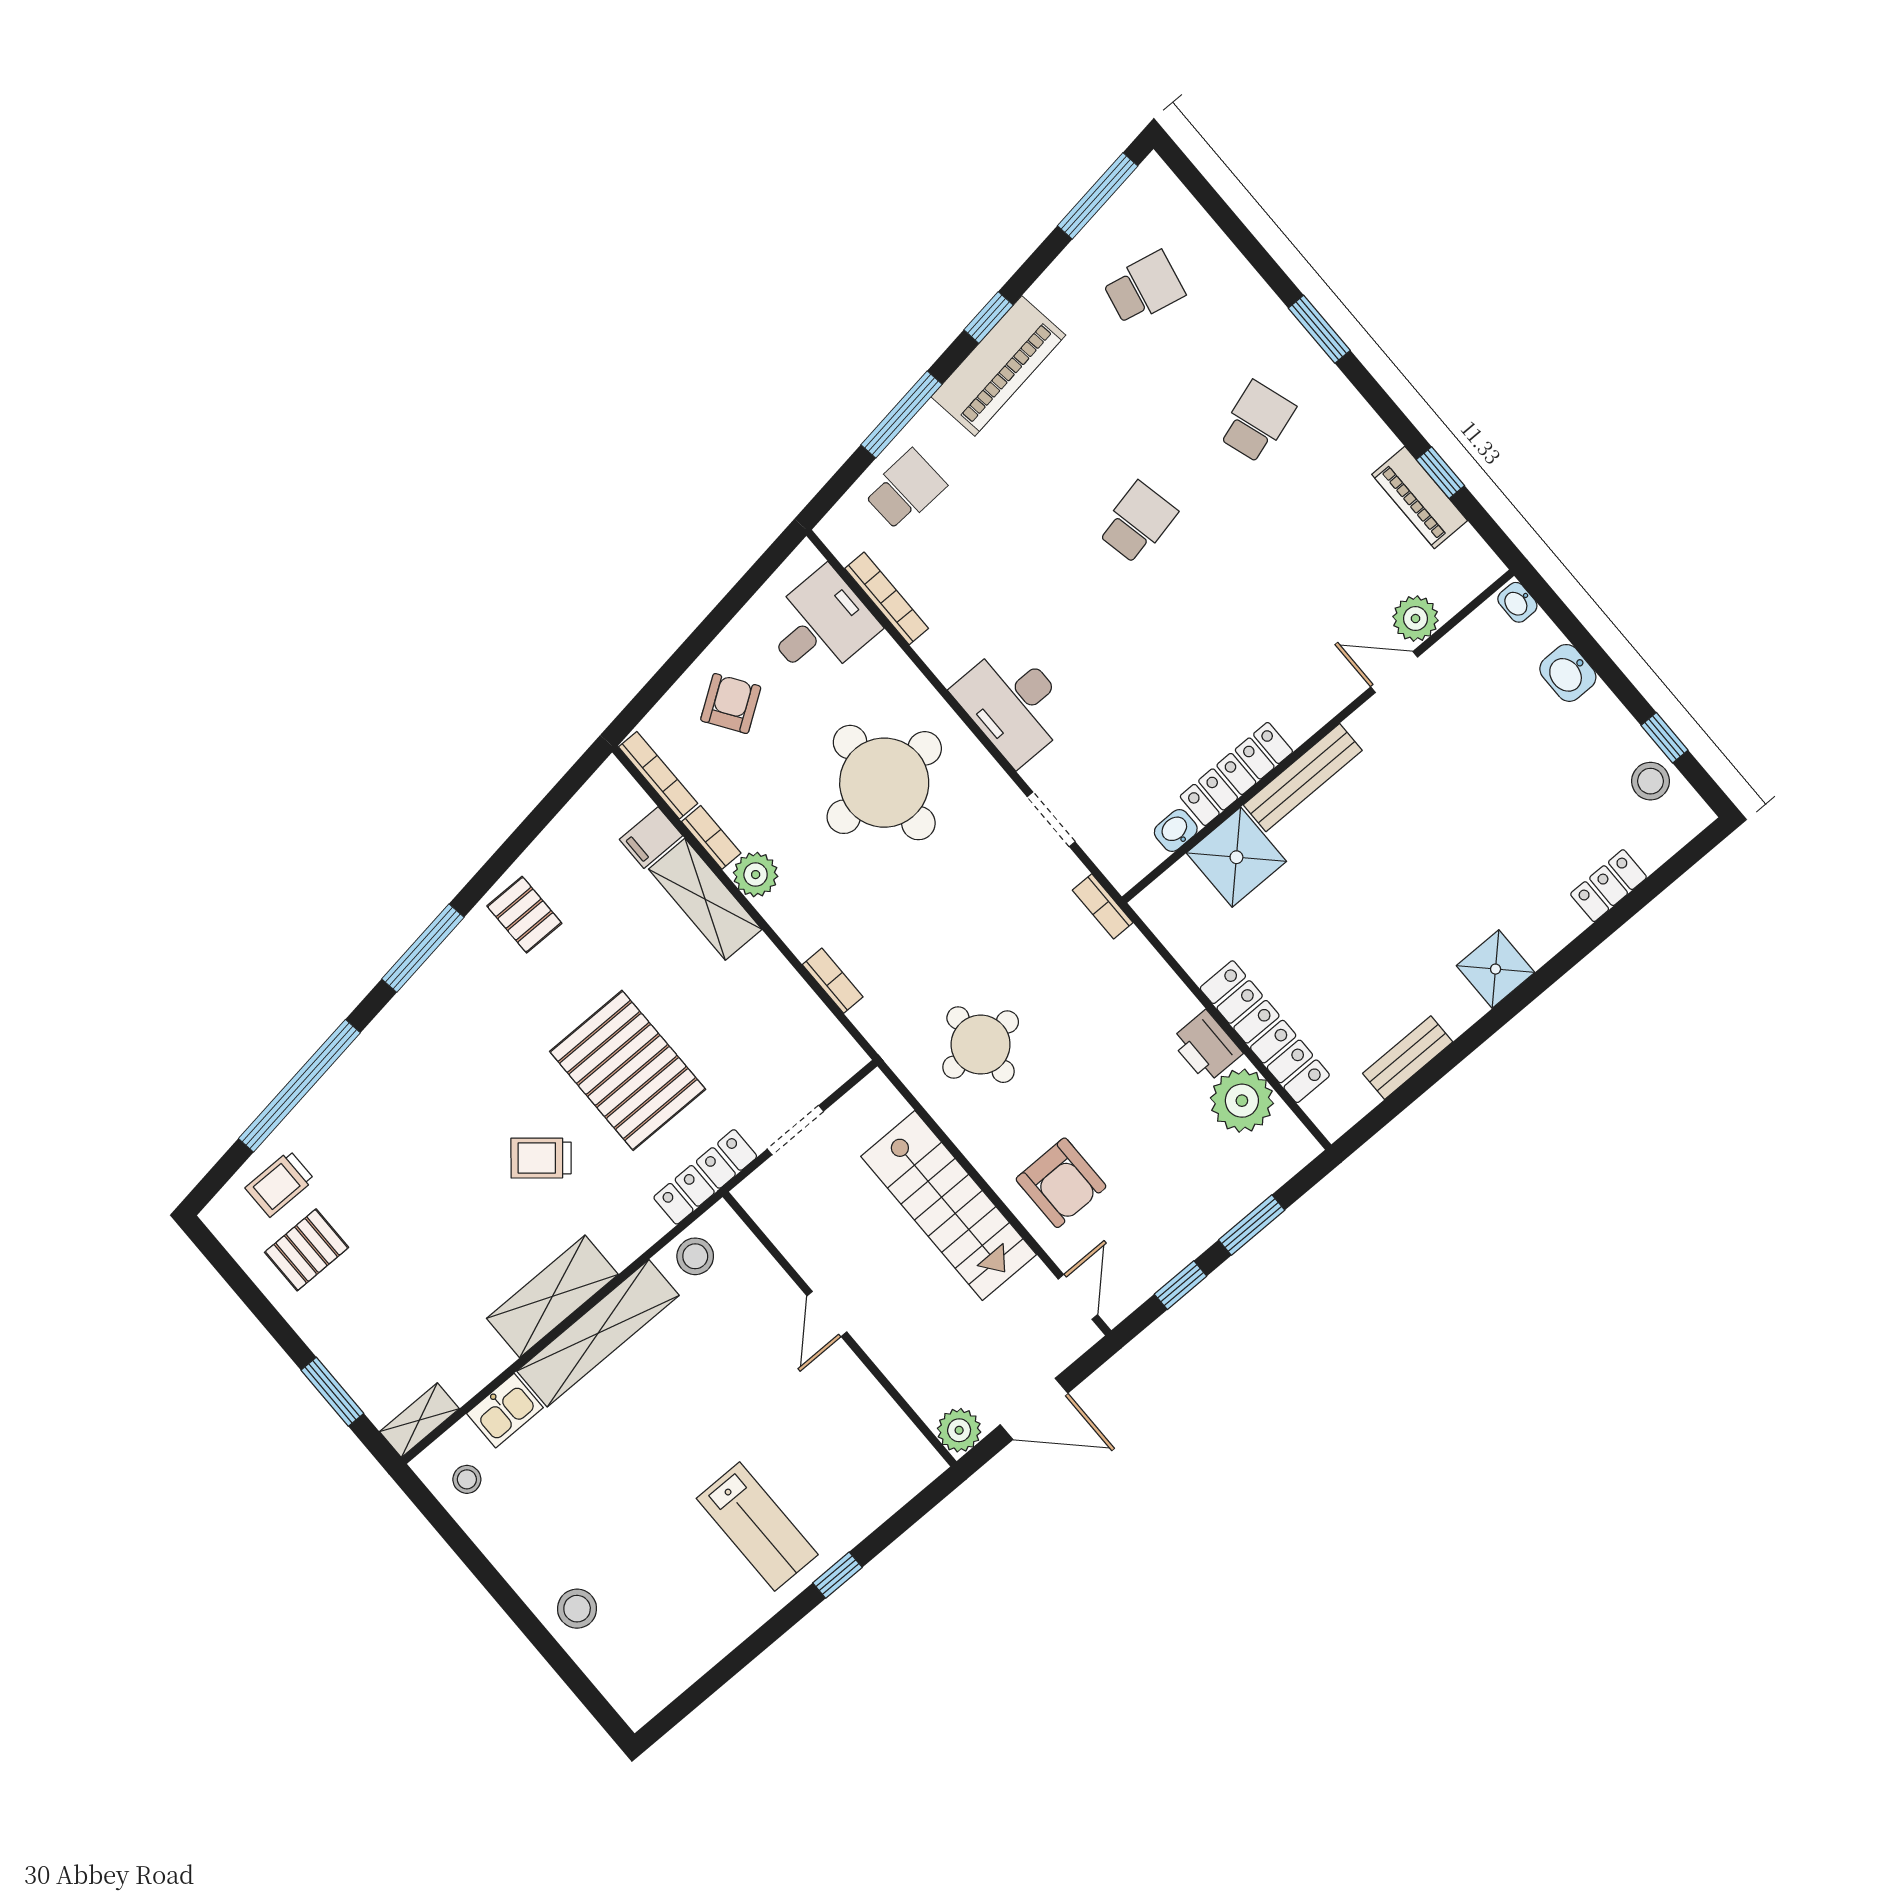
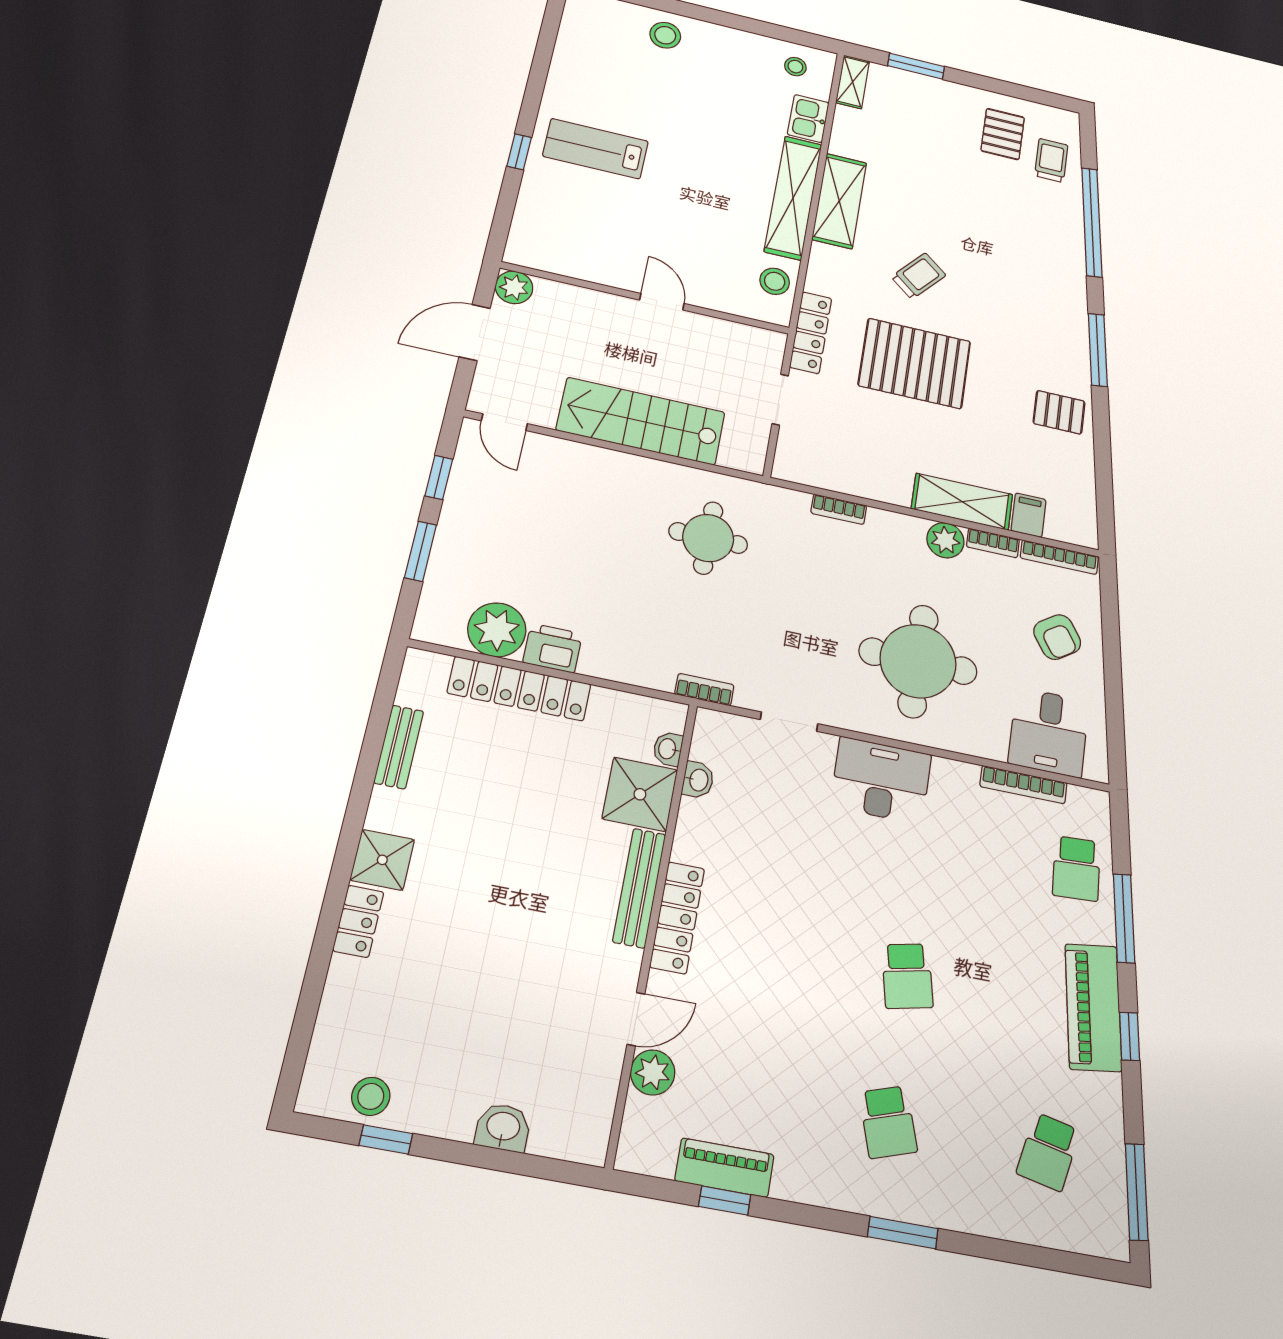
washbasin: (1517, 602) -> (668, 749), moved, turned -90
locker: (1236, 774) -> (677, 918), moved
locker: (1609, 886) -> (358, 921), moved
armchair: (1061, 1183) -> (578, 487), removed

